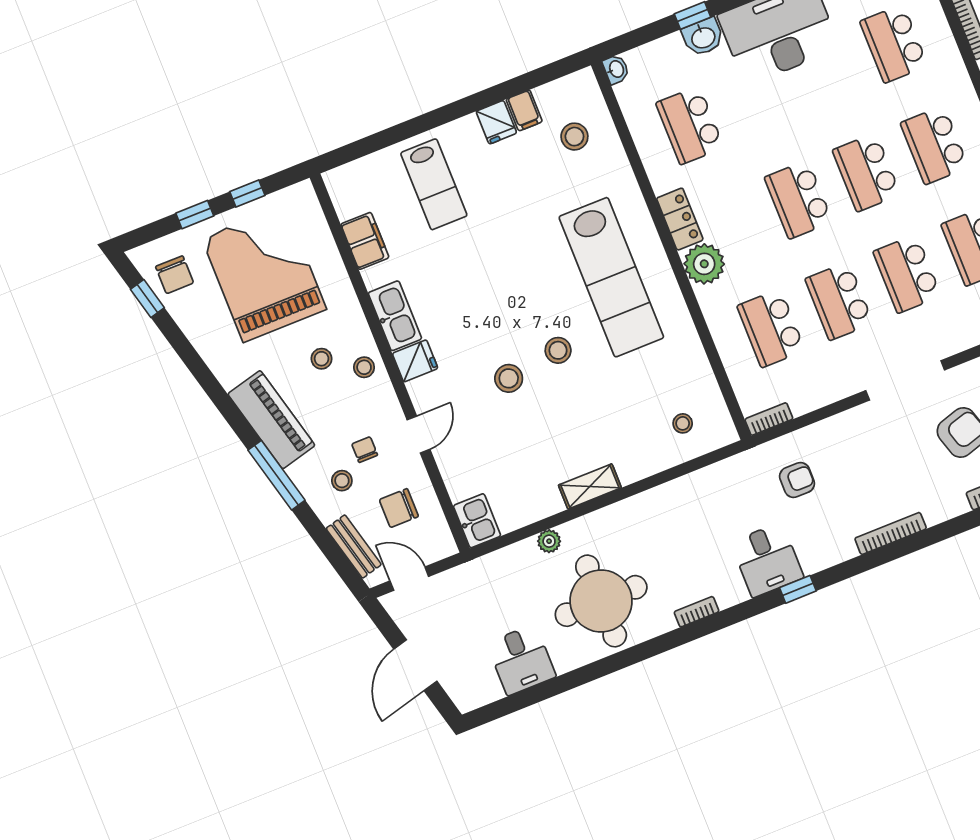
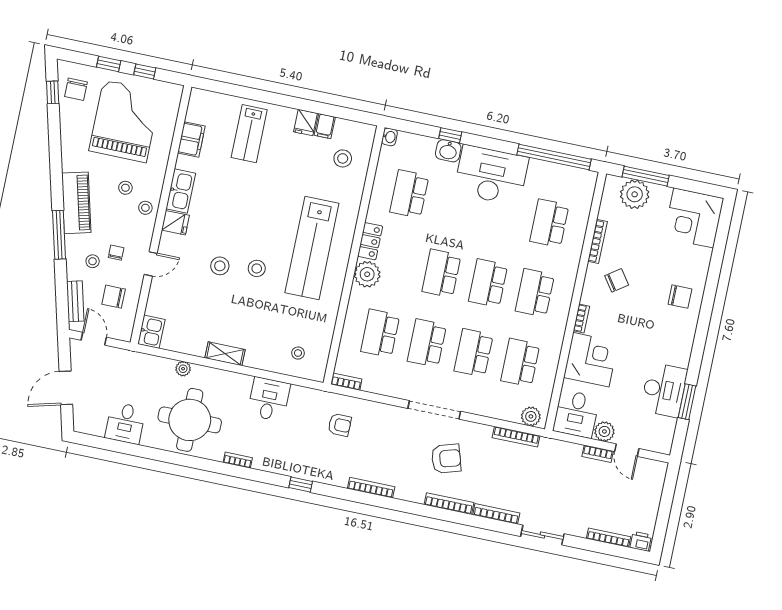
desk: (767, 560) -> (269, 399), moved, turned 180

